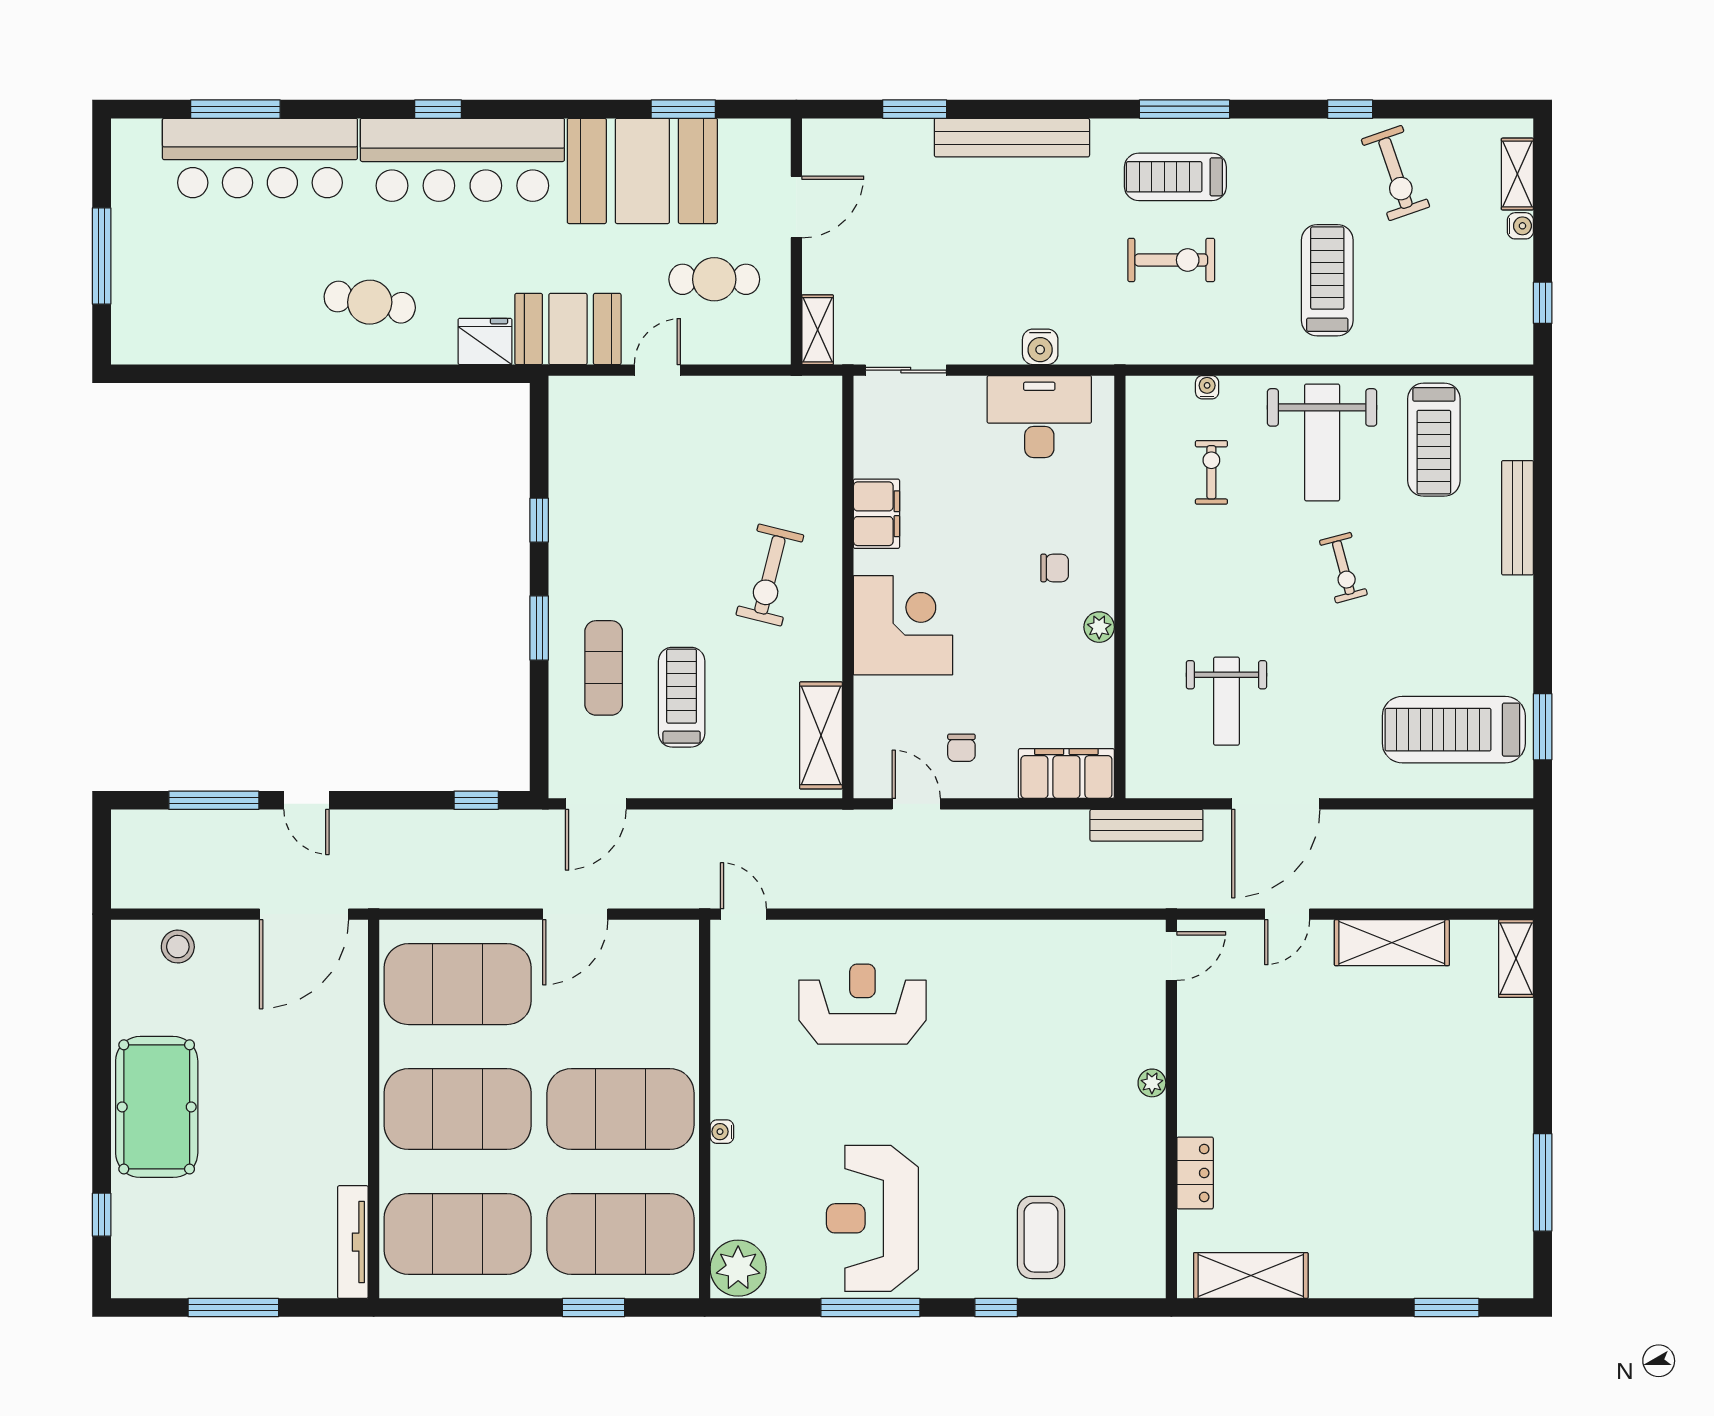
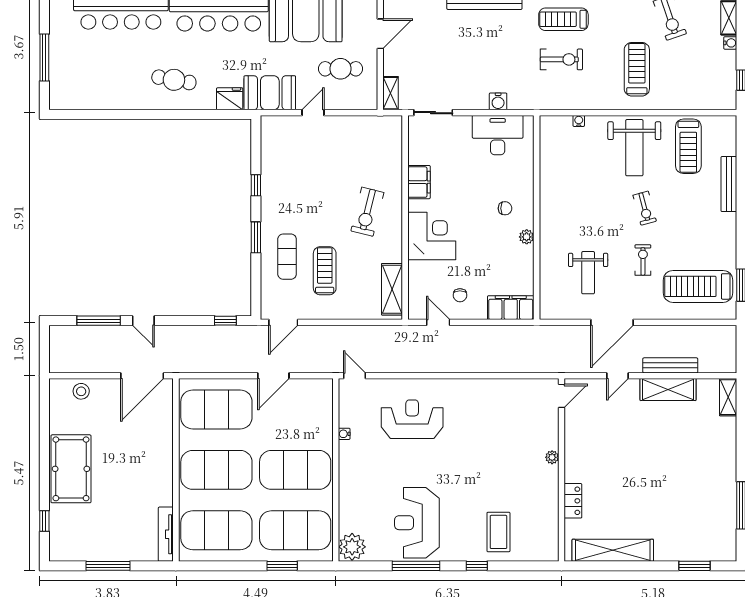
exercise bike: (1211, 472) -> (643, 260), moved
bench: (1146, 825) -> (670, 365), moved
water cooler: (722, 1132) -> (344, 434), moved
shelving: (1251, 1275) -> (613, 550), width x1.47

